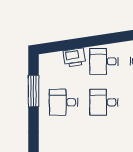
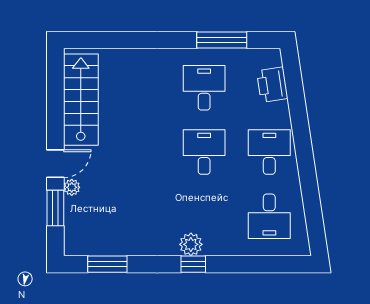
printer: (74, 58) -> (272, 85), moved

